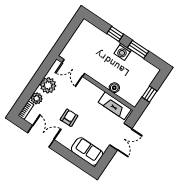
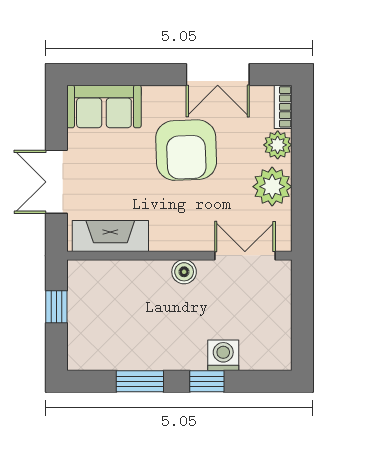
washing machine: (123, 52) -> (223, 355), moved
boiler: (114, 88) -> (184, 272), moved
armchair: (69, 118) -> (186, 150), width x1.88, depth x1.88

